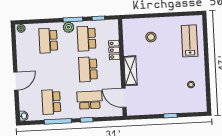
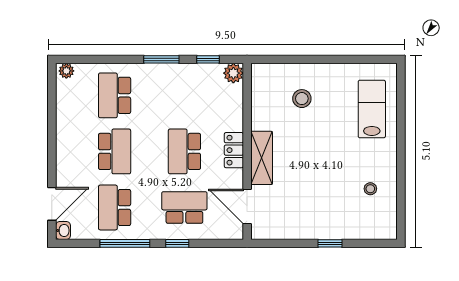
plant: (69, 27) -> (233, 73), moved
school desk: (86, 39) -> (115, 151), moved, turned 180
locker: (114, 50) -> (234, 150), moved
door: (16, 81) -> (52, 204), moved

